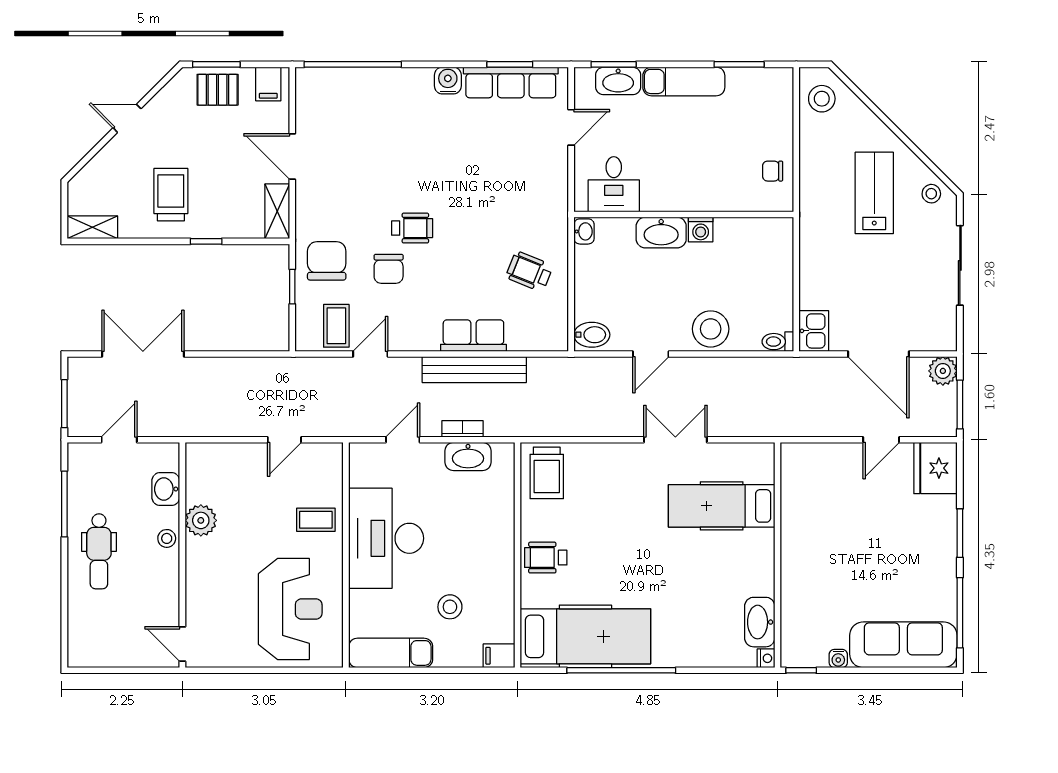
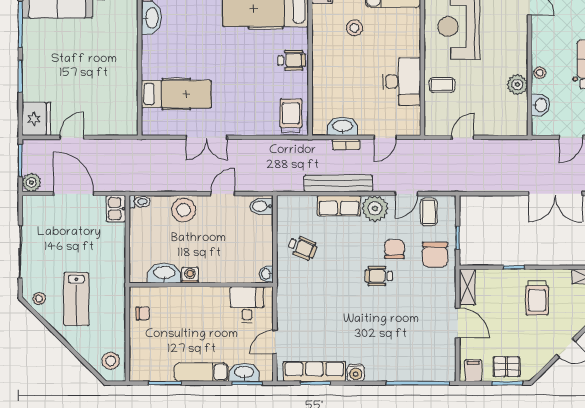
washbasin: (661, 233) -> (164, 273), moved
plant: (418, 331) -> (375, 208), added
desk: (386, 538) -> (402, 82), width x0.73, depth x0.77

